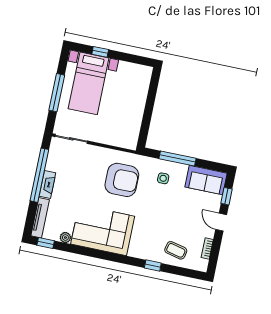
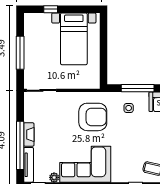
bed with nightstands: (89, 83) -> (74, 39), moved
window: (39, 175) -> (20, 145), moved

